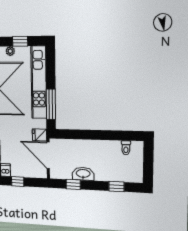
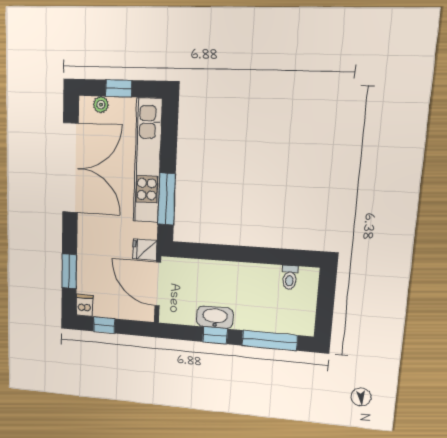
window: (73, 184) -> (215, 335), moved
window: (116, 187) -> (270, 340), width x2.17

